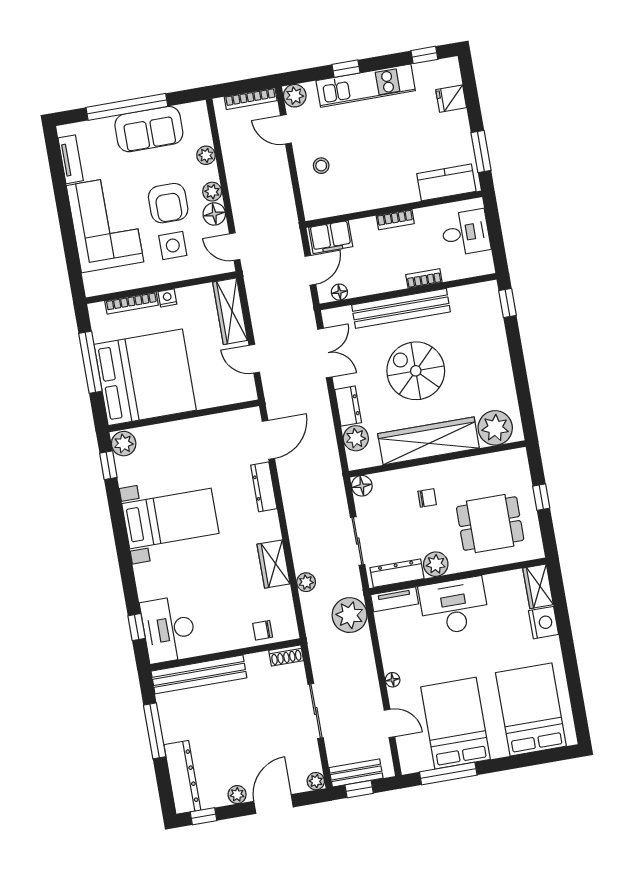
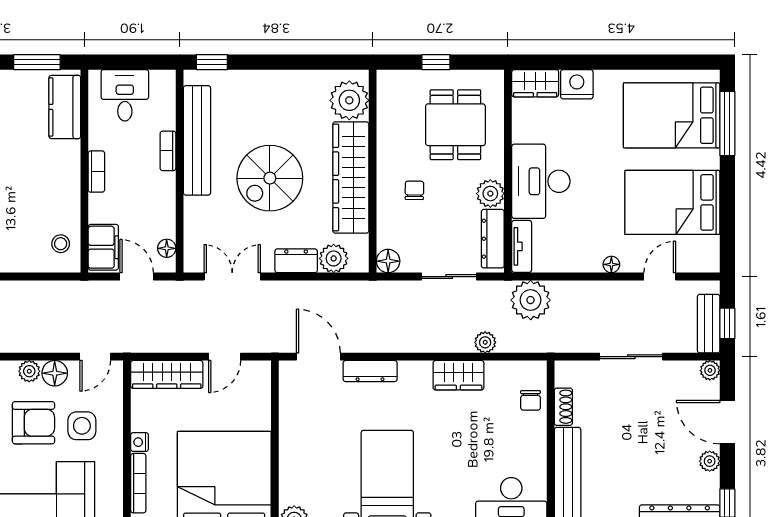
stool: (321, 166) -> (61, 244), moved
bench: (401, 308) -> (197, 140), moved
shoe rack: (286, 656) -> (563, 407), moved
window: (448, 774) -> (727, 123), moved

